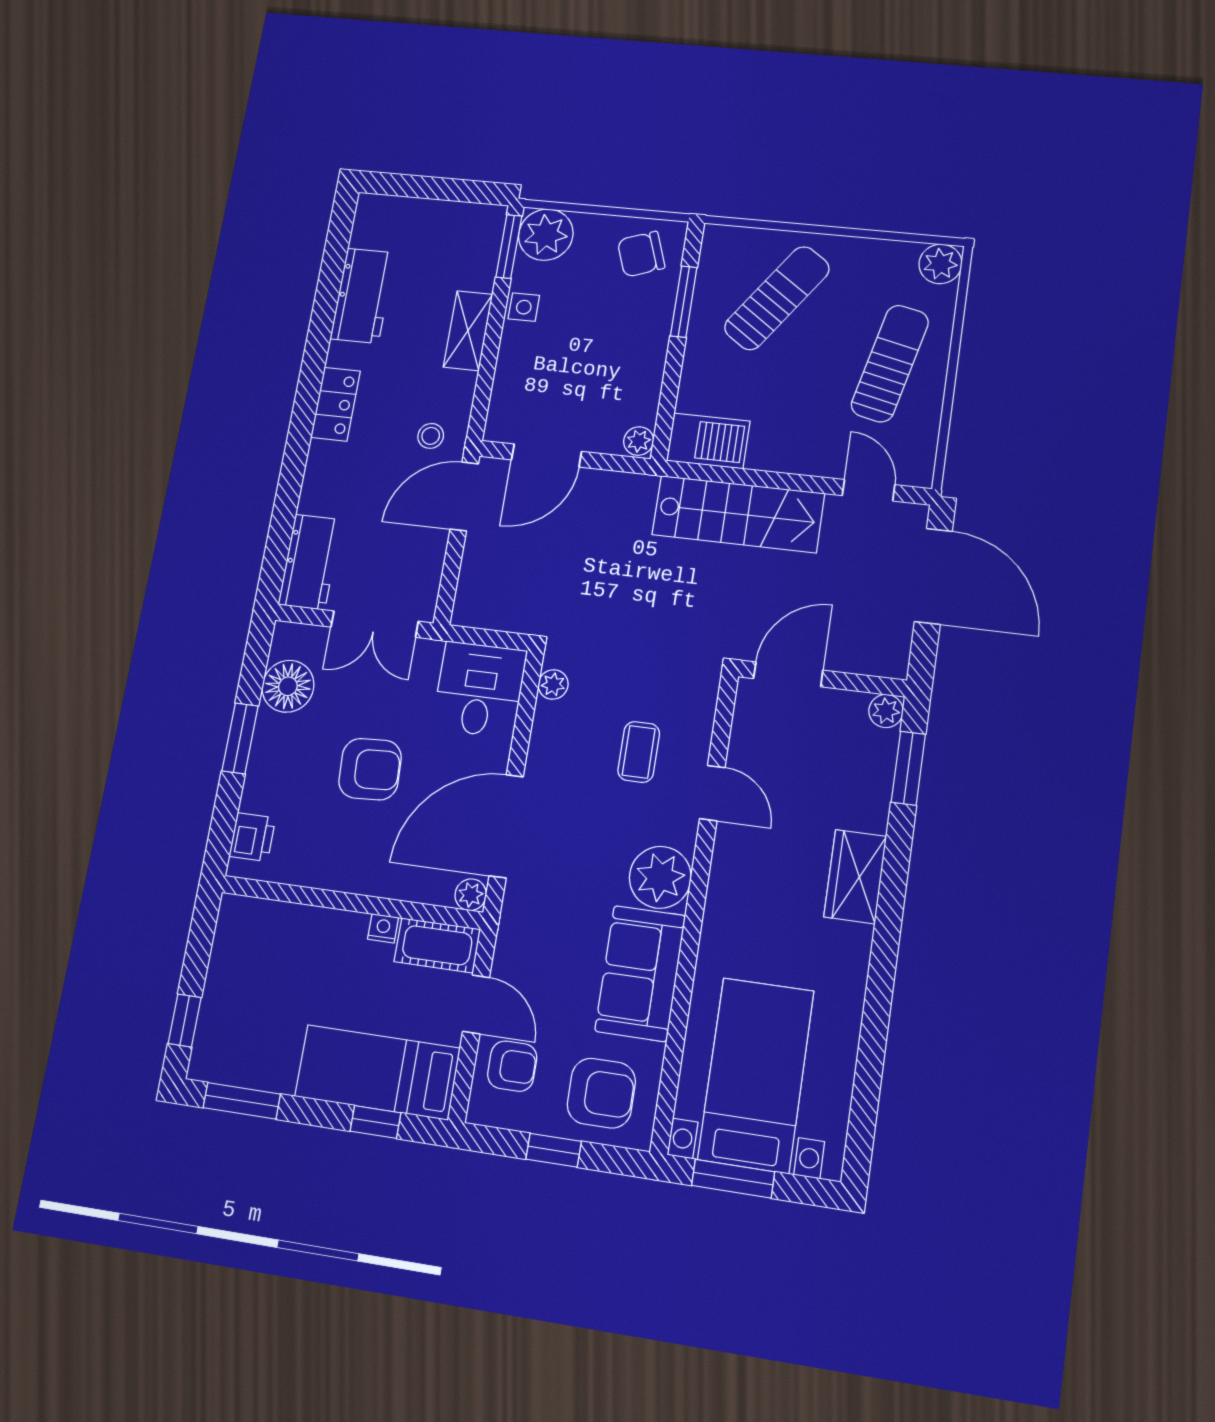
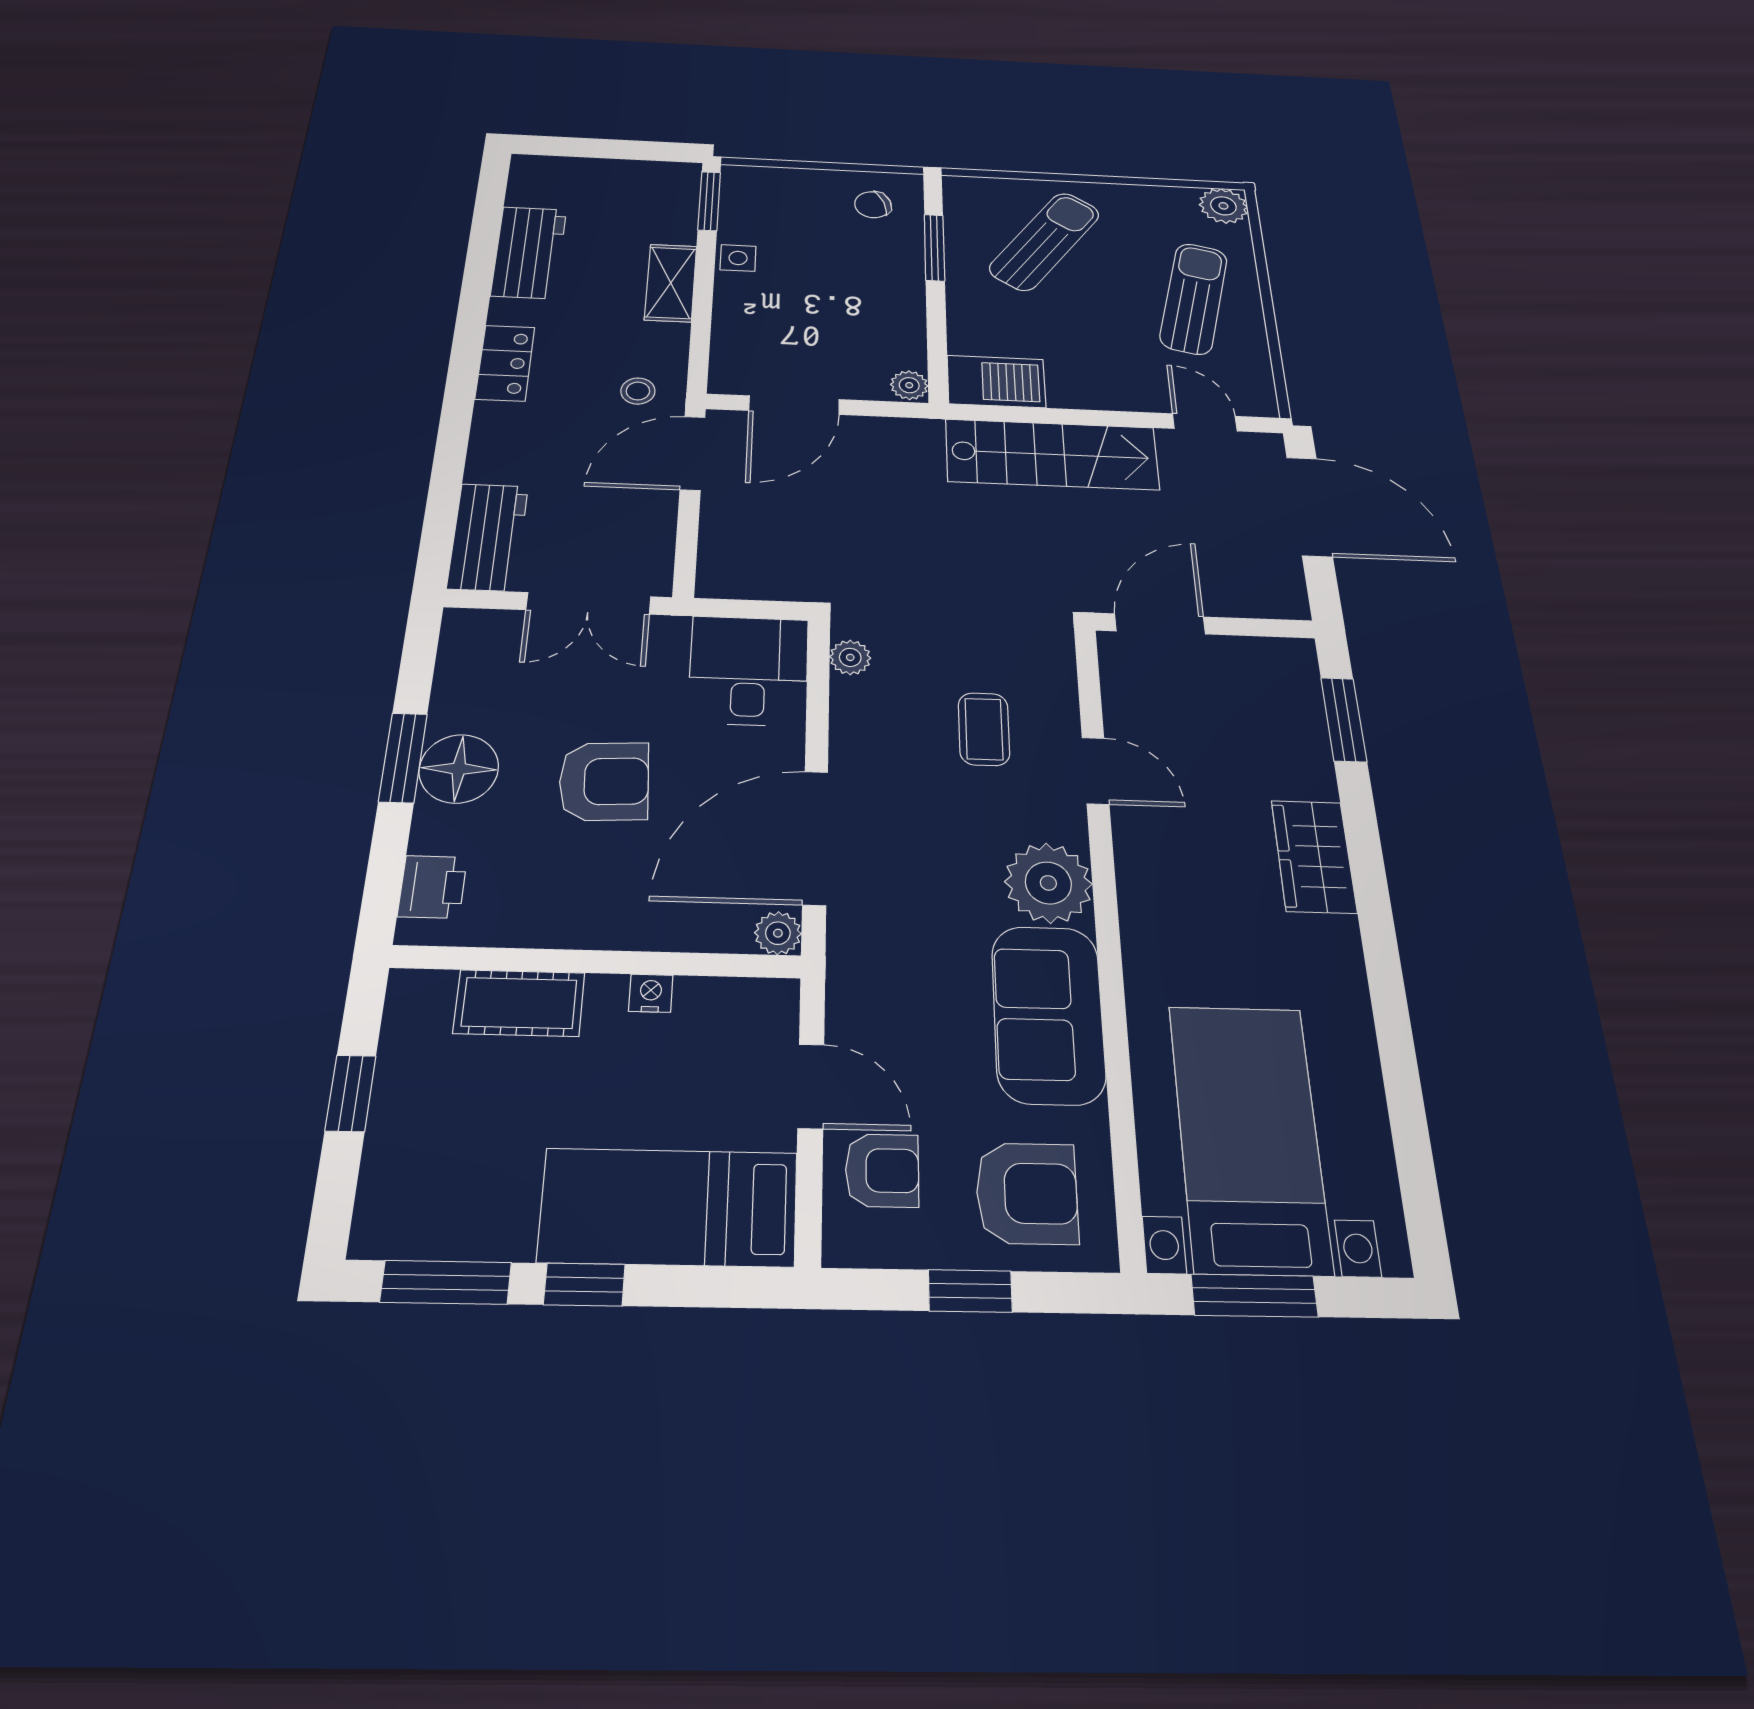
plant: (546, 235) -> (753, 189), removed
chair: (641, 254) -> (873, 205), width x0.73, depth x0.73
floor lamp: (288, 686) -> (459, 769), moved
plant: (886, 711) -> (1296, 656), removed
cot: (437, 945) -> (519, 1003), moved
window: (185, 1021) -> (351, 1093), moved
window: (375, 1122) -> (584, 1285), moved

